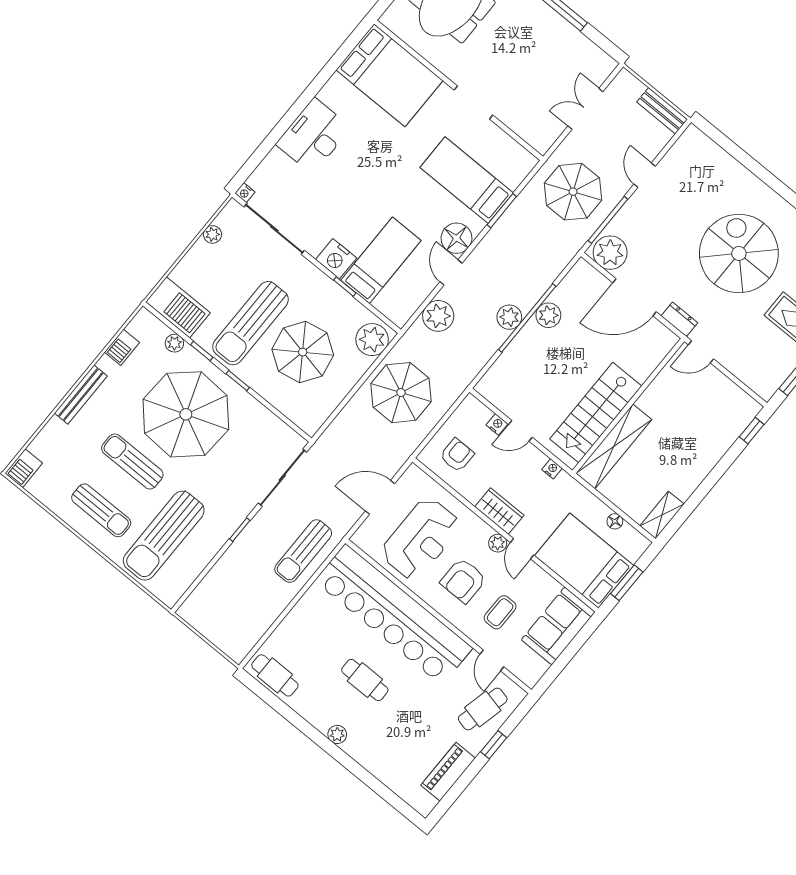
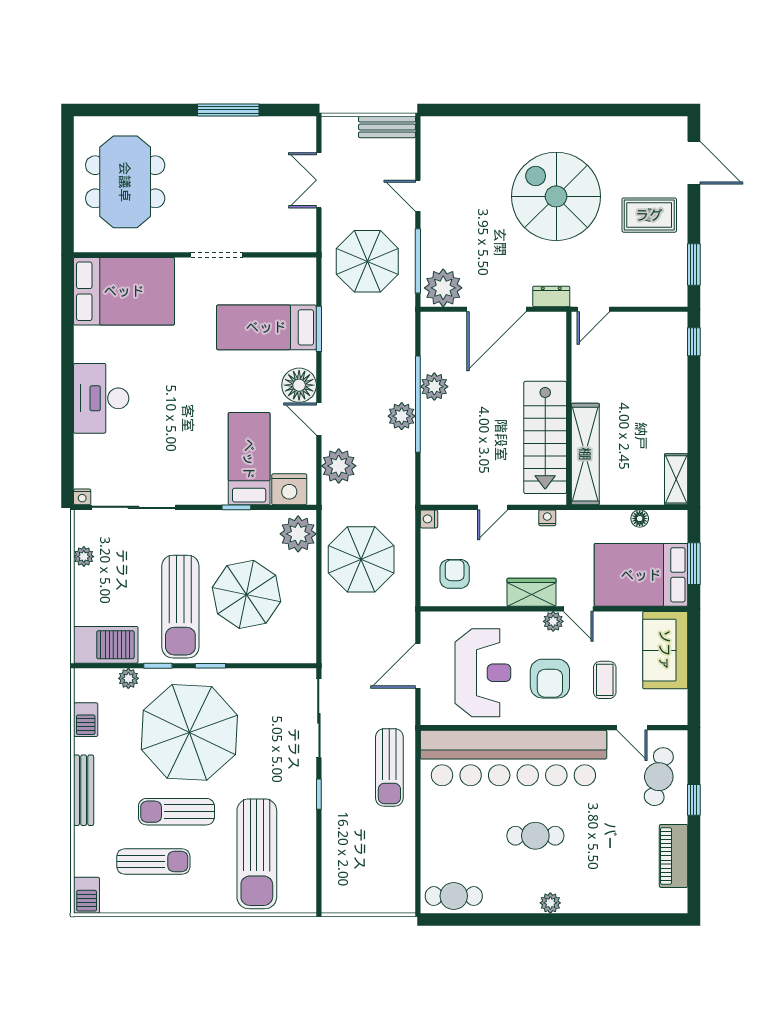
nightstand: (336, 259) -> (289, 489), moved
nightstand: (497, 424) -> (429, 519), moved, turned -90
sun lounger: (101, 510) -> (153, 862), moved

